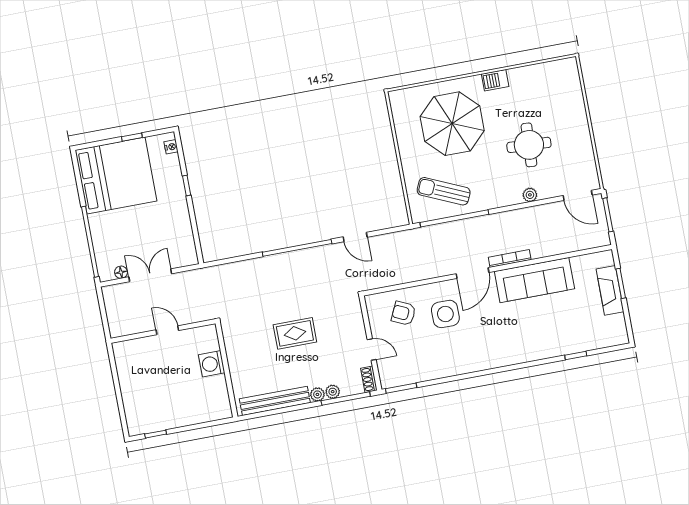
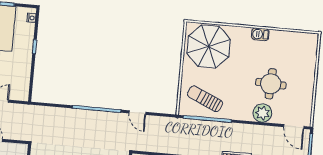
parasol: (452, 124) -> (209, 46), moved
plant: (530, 195) -> (262, 113), width x1.88, depth x1.88

